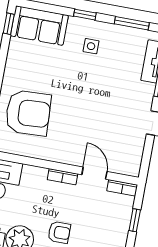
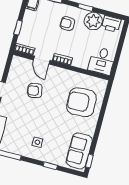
window: (85, 15) -> (50, 166), moved
sofa: (39, 26) -> (79, 151), moved, turned -90
armchair: (101, 125) -> (35, 91), added

